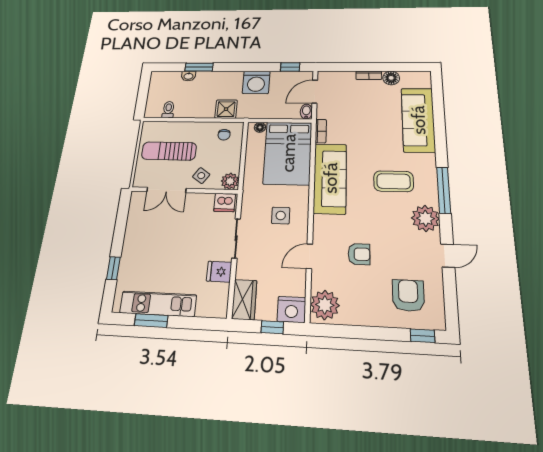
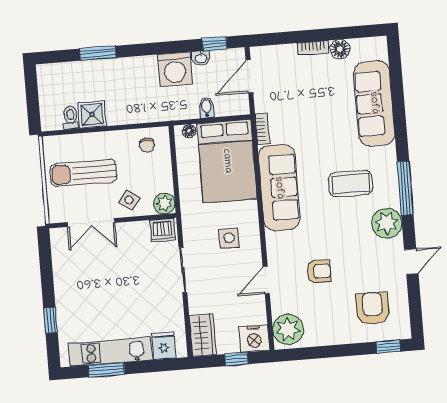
washbasin: (188, 76) -> (201, 58), moved
shower: (226, 109) -> (92, 114), moved
bidet: (306, 112) -> (207, 108), moved
fridge: (219, 272) -> (164, 346), moved, turned 90

